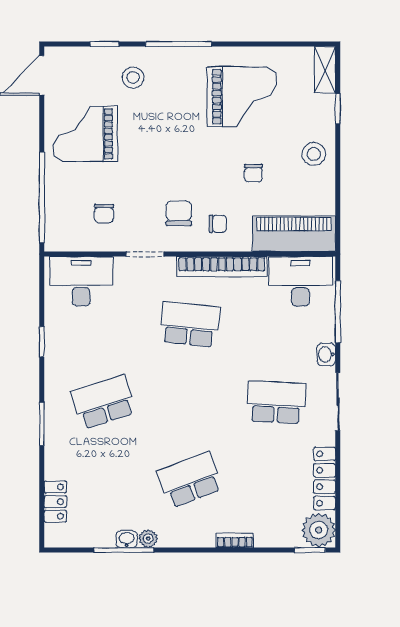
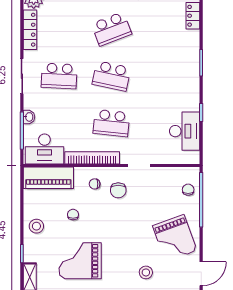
grand piano: (85, 134) -> (175, 238), turned 70
chair: (104, 213) -> (188, 190), moved
desk: (81, 281) -> (185, 131), moved, turned -90
washbasin: (326, 354) -> (29, 117), moved
school desk: (103, 402) -> (111, 76), moved, turned 30

